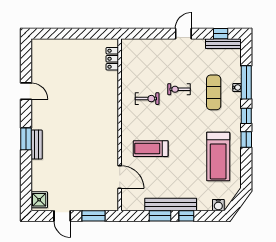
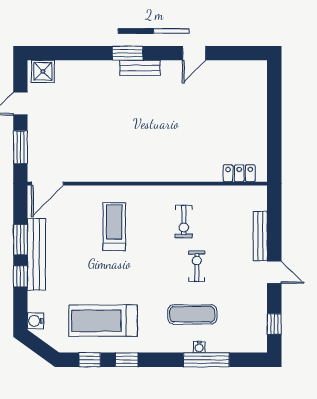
bench: (223, 44) -> (260, 236), moved
window: (246, 116) -> (90, 360), moved
bench: (37, 145) -> (140, 68), moved
door: (120, 177) -> (47, 184), moved

